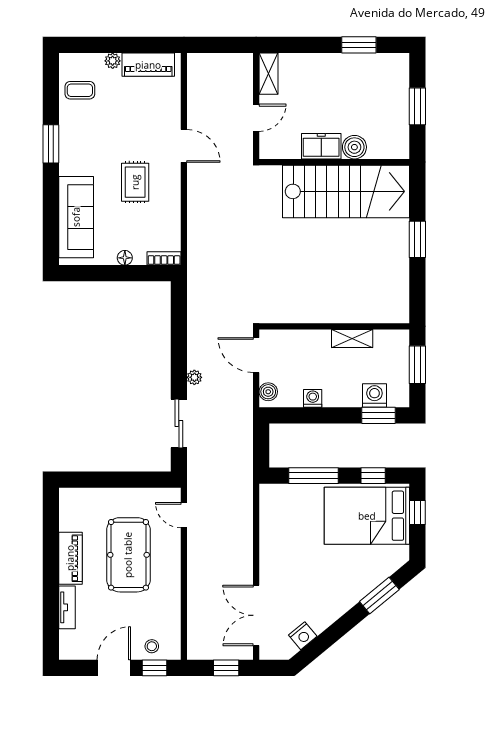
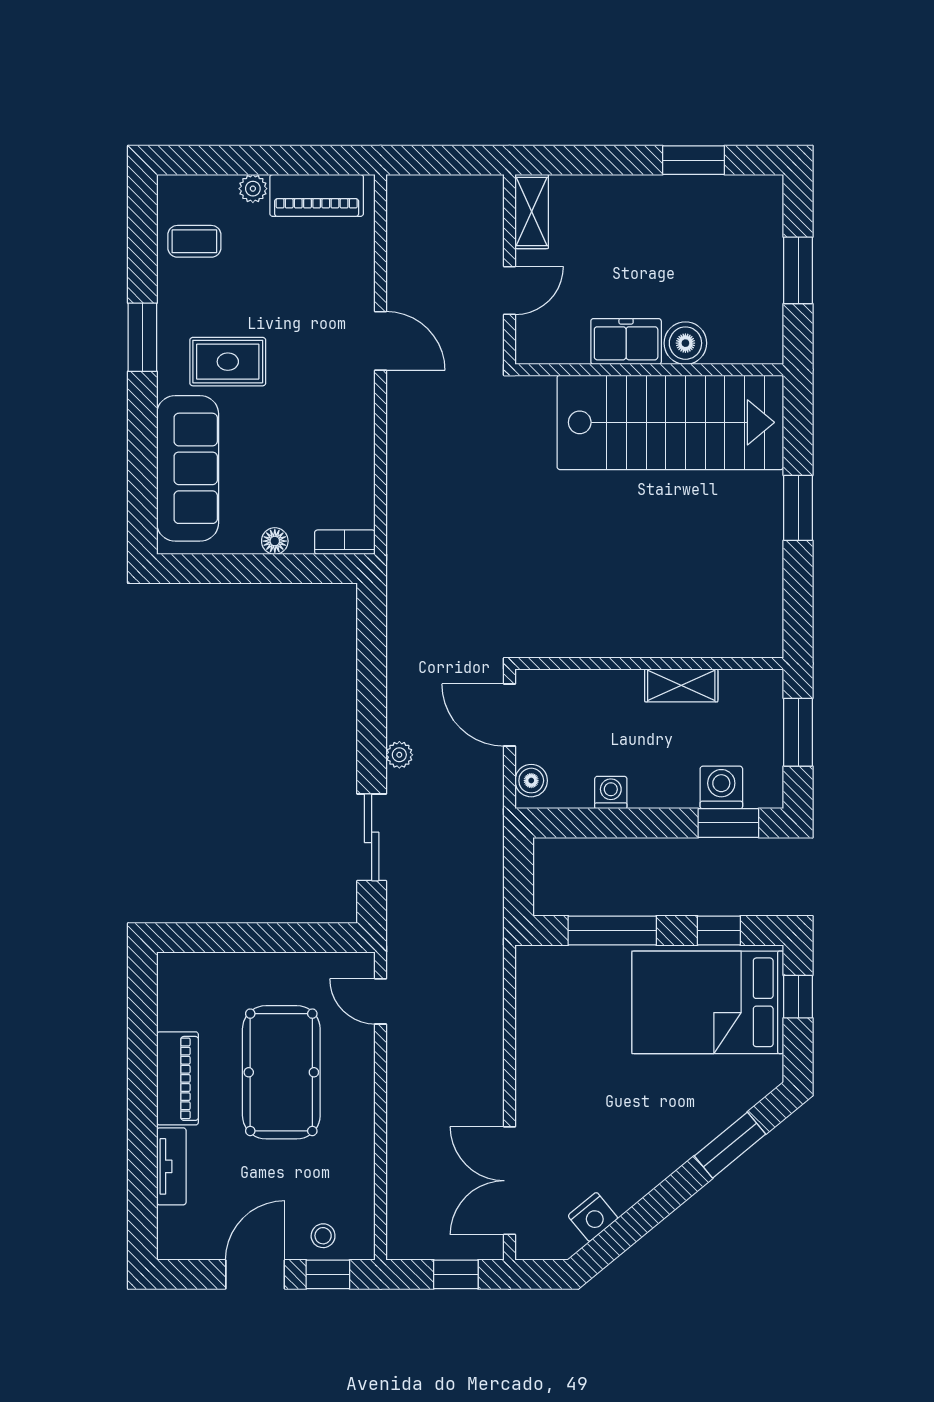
rug: (135, 182) -> (228, 362), moved, turned 90

